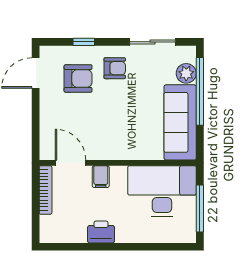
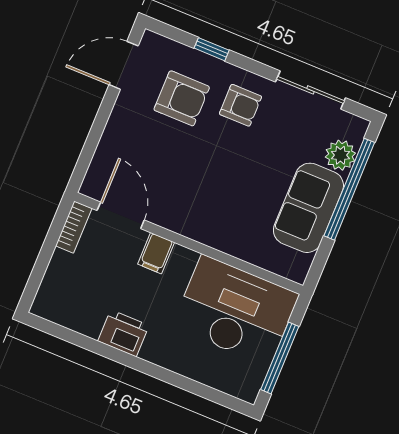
sofa: (180, 122) -> (308, 208), width x0.73
bookcase: (46, 190) -> (74, 227), width x0.64

